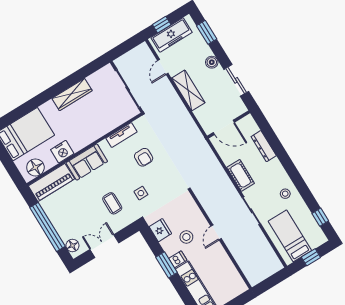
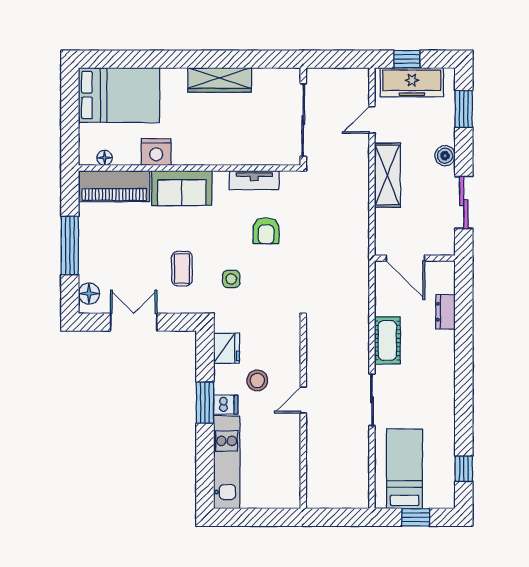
dresser: (264, 146) -> (445, 312), width x0.70
floor lamp: (35, 167) -> (105, 158), width x0.53, depth x0.53
stool: (285, 194) -> (435, 405), removed
window: (47, 227) -> (70, 245), width x0.68

